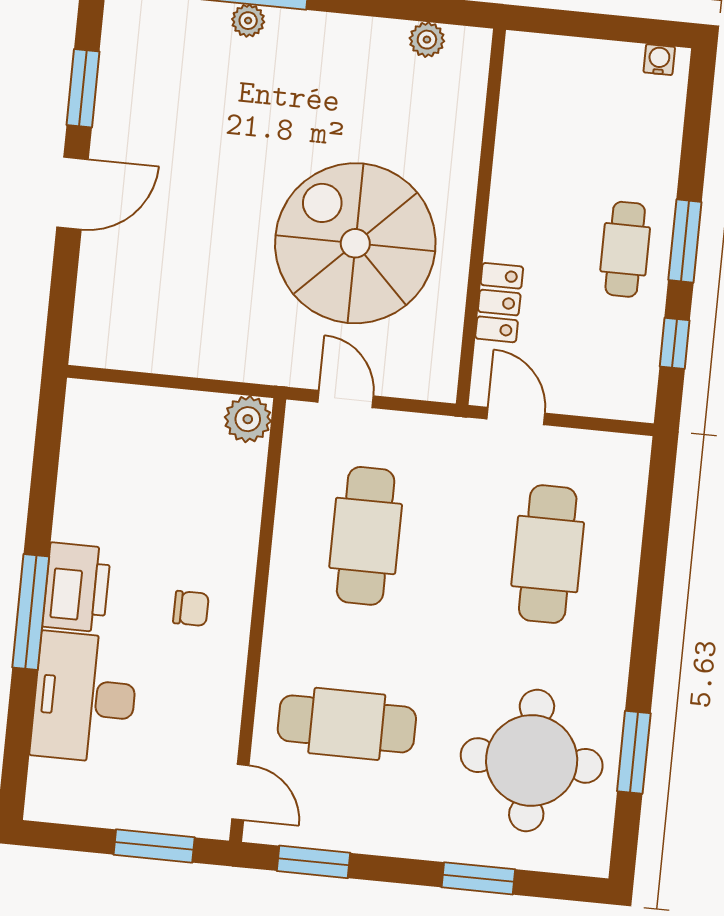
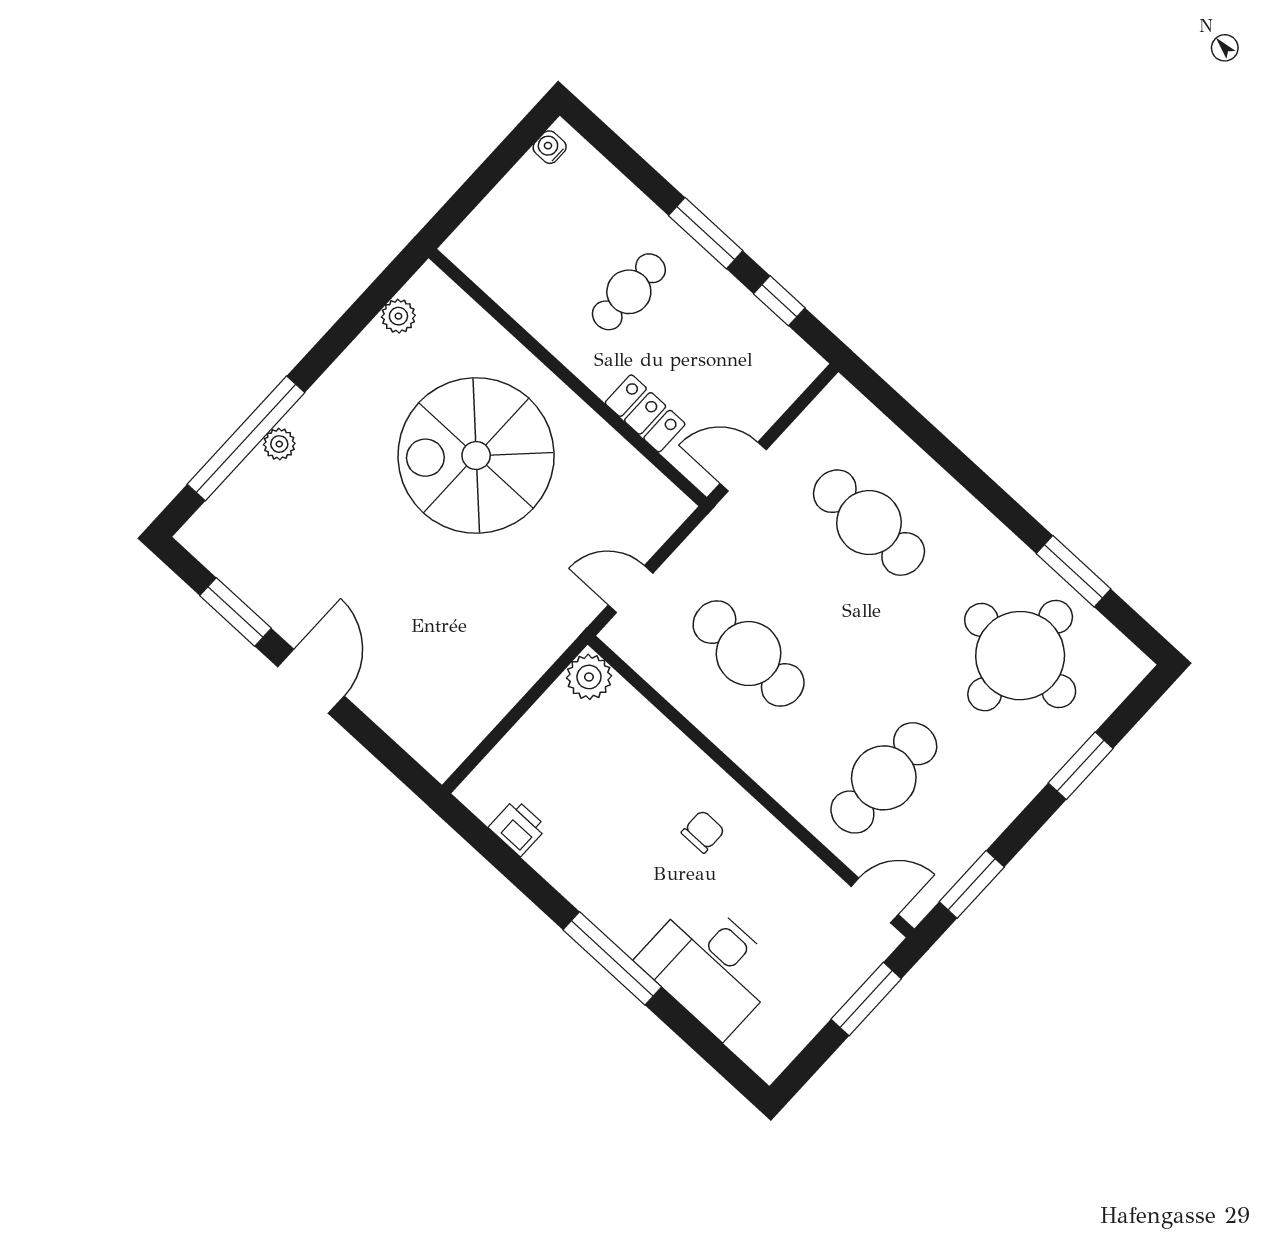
spiral stairs: (355, 243) -> (476, 456), moved
cafe table: (625, 249) -> (629, 292), moved, turned 90
printer: (77, 587) -> (518, 828), moved, width x0.53, depth x0.68

